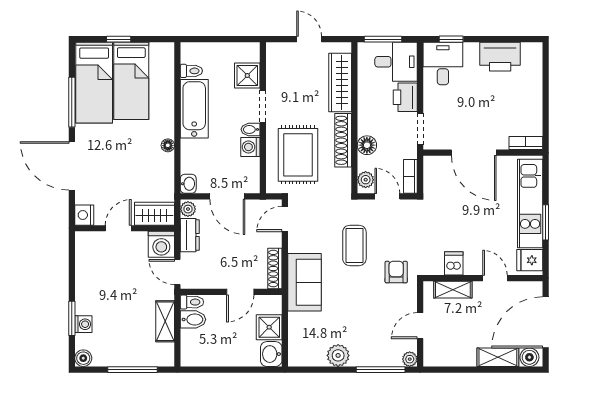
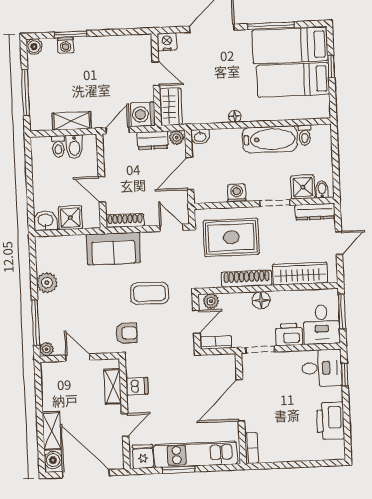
dresser: (274, 64) -> (315, 212), added
bidet: (251, 129) -> (322, 189), moved
floor lamp: (367, 145) -> (261, 300), moved
toilet: (192, 302) -> (58, 146), moved

